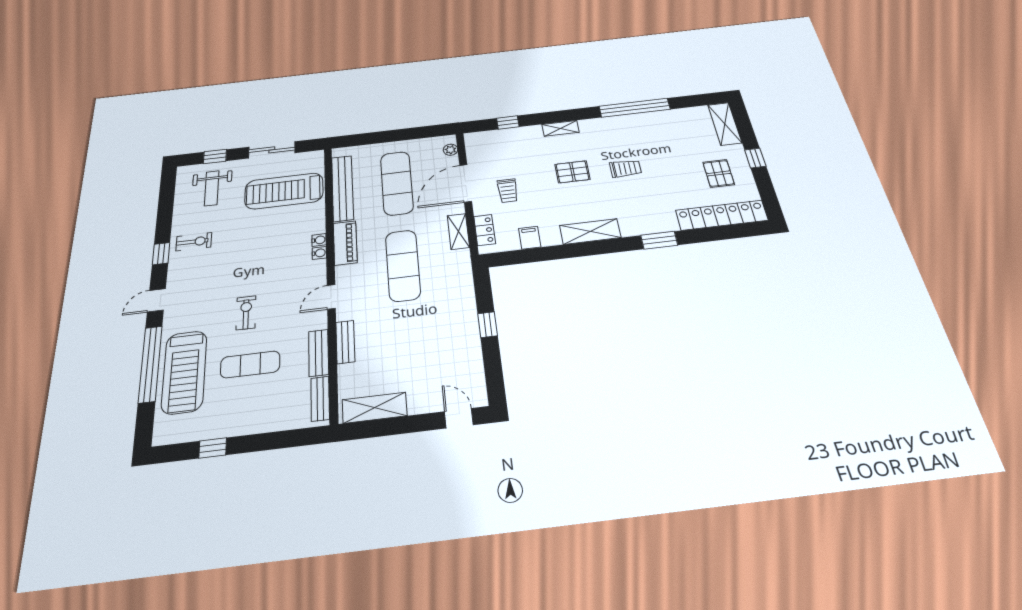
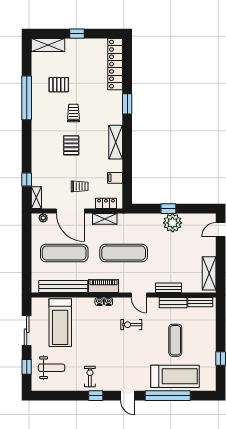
shelving: (560, 128) -> (36, 198), moved
pallet: (719, 173) -> (59, 85), moved
exercise bike: (246, 313) -> (131, 325), moved
plant: (463, 334) -> (173, 223), added

